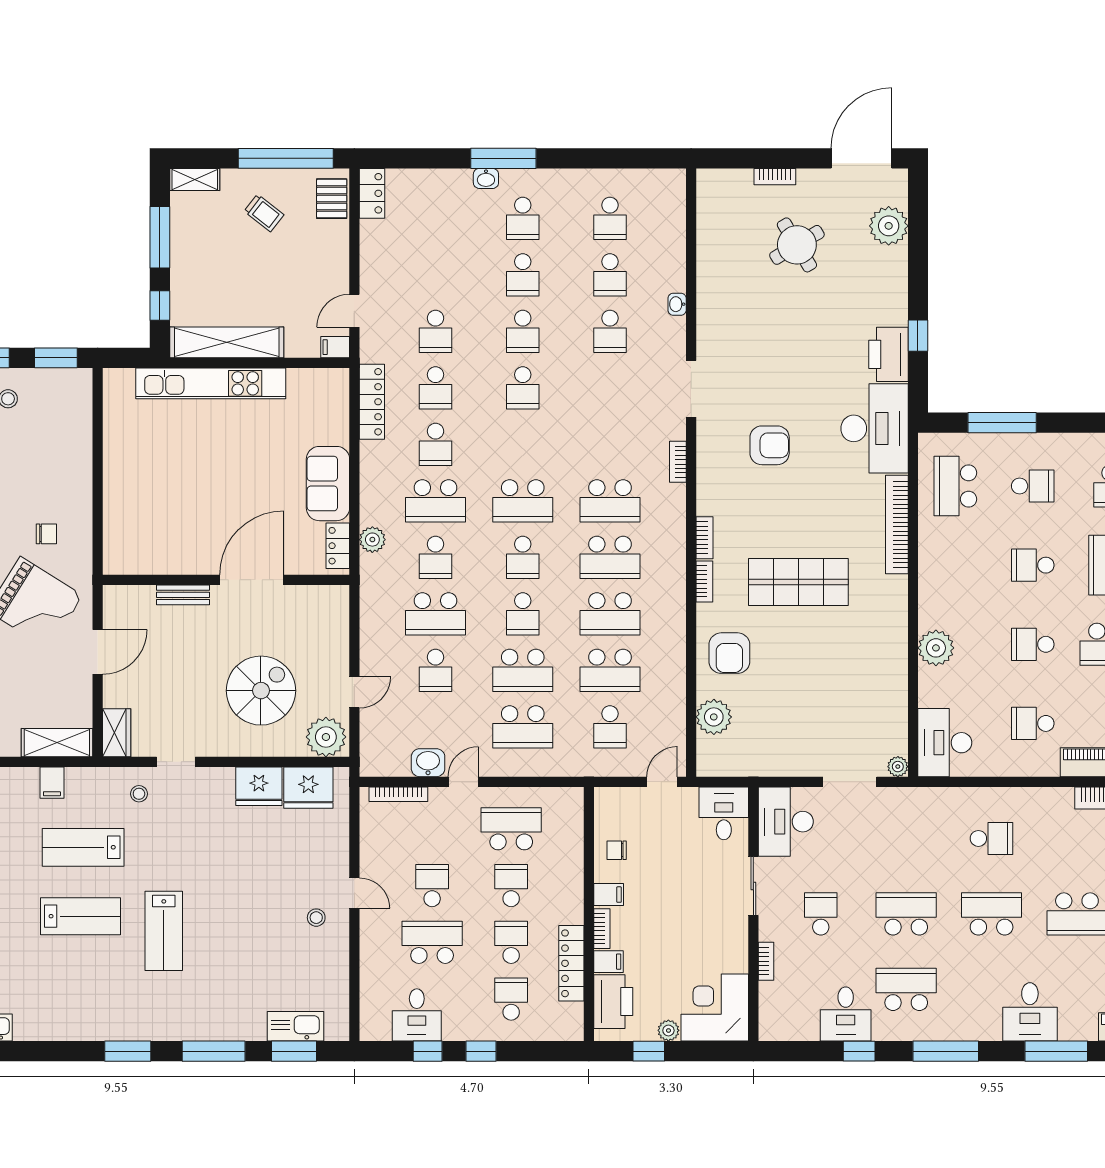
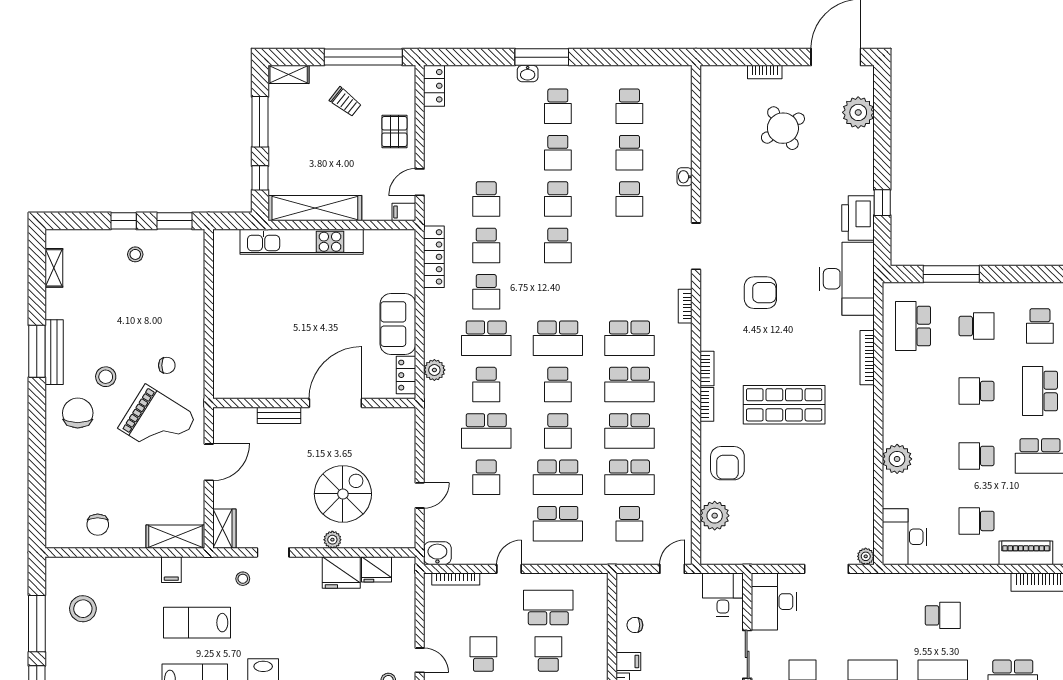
pallet: (332, 199) -> (394, 132), moved
bookcase: (897, 524) -> (867, 358), width x0.68, depth x0.76
plant: (326, 737) -> (332, 540), moved, width x0.53, depth x0.53
washbasin: (428, 763) -> (437, 553), moved
fridge: (308, 788) -> (376, 569), width x0.73, depth x0.75

